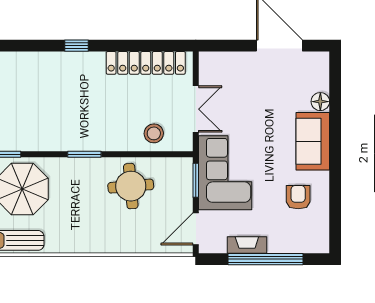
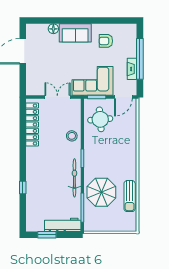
window: (77, 46) -> (23, 187), moved
stool: (154, 133) -> (72, 136), moved
bicycle: (49, 140) -> (74, 178), added
round table: (131, 186) -> (100, 119), moved
door: (196, 229) -> (123, 97), hinge flipped

